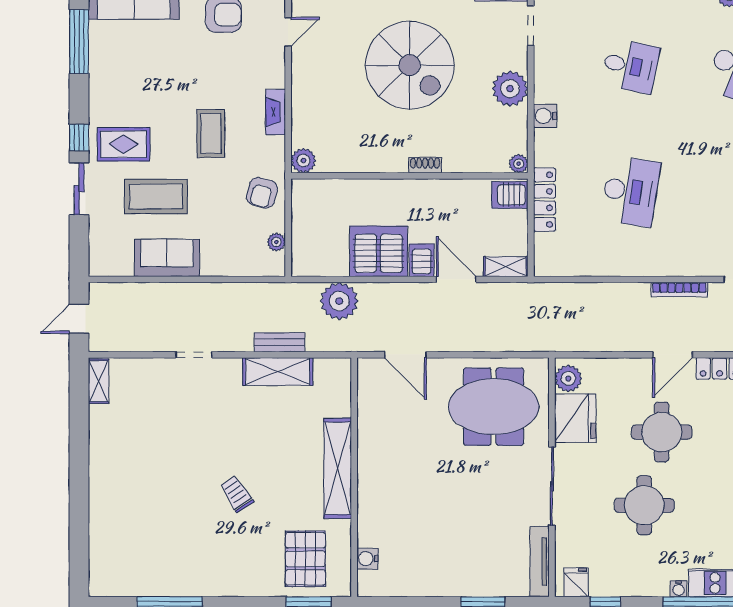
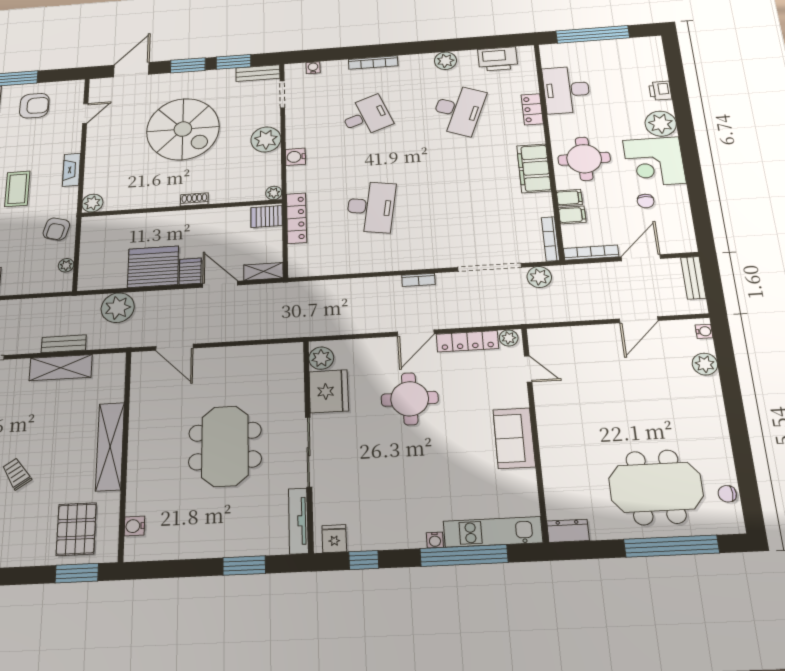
desk: (630, 66) -> (366, 116), turned -33
bookcase: (679, 289) -> (418, 280), width x0.64
meeting table: (494, 407) -> (225, 446), moved, turned 90
round table: (644, 505) -> (397, 464), removed

